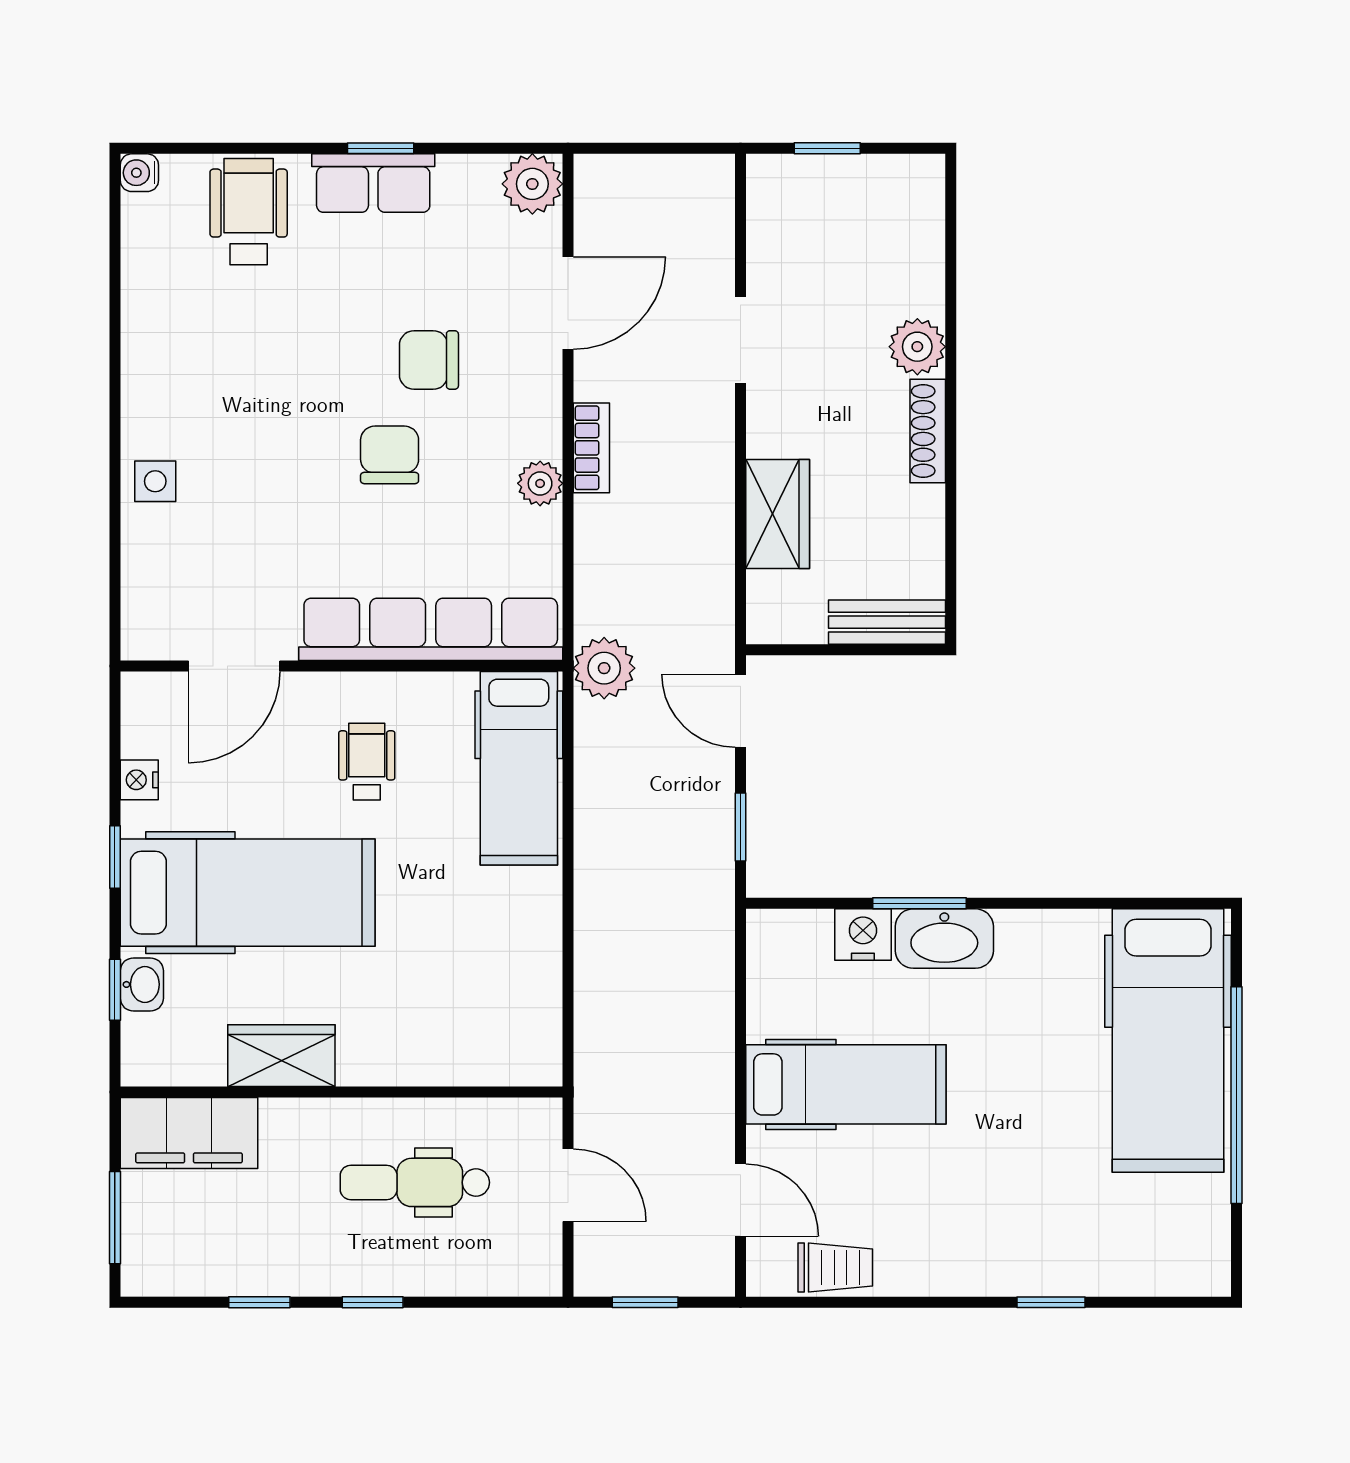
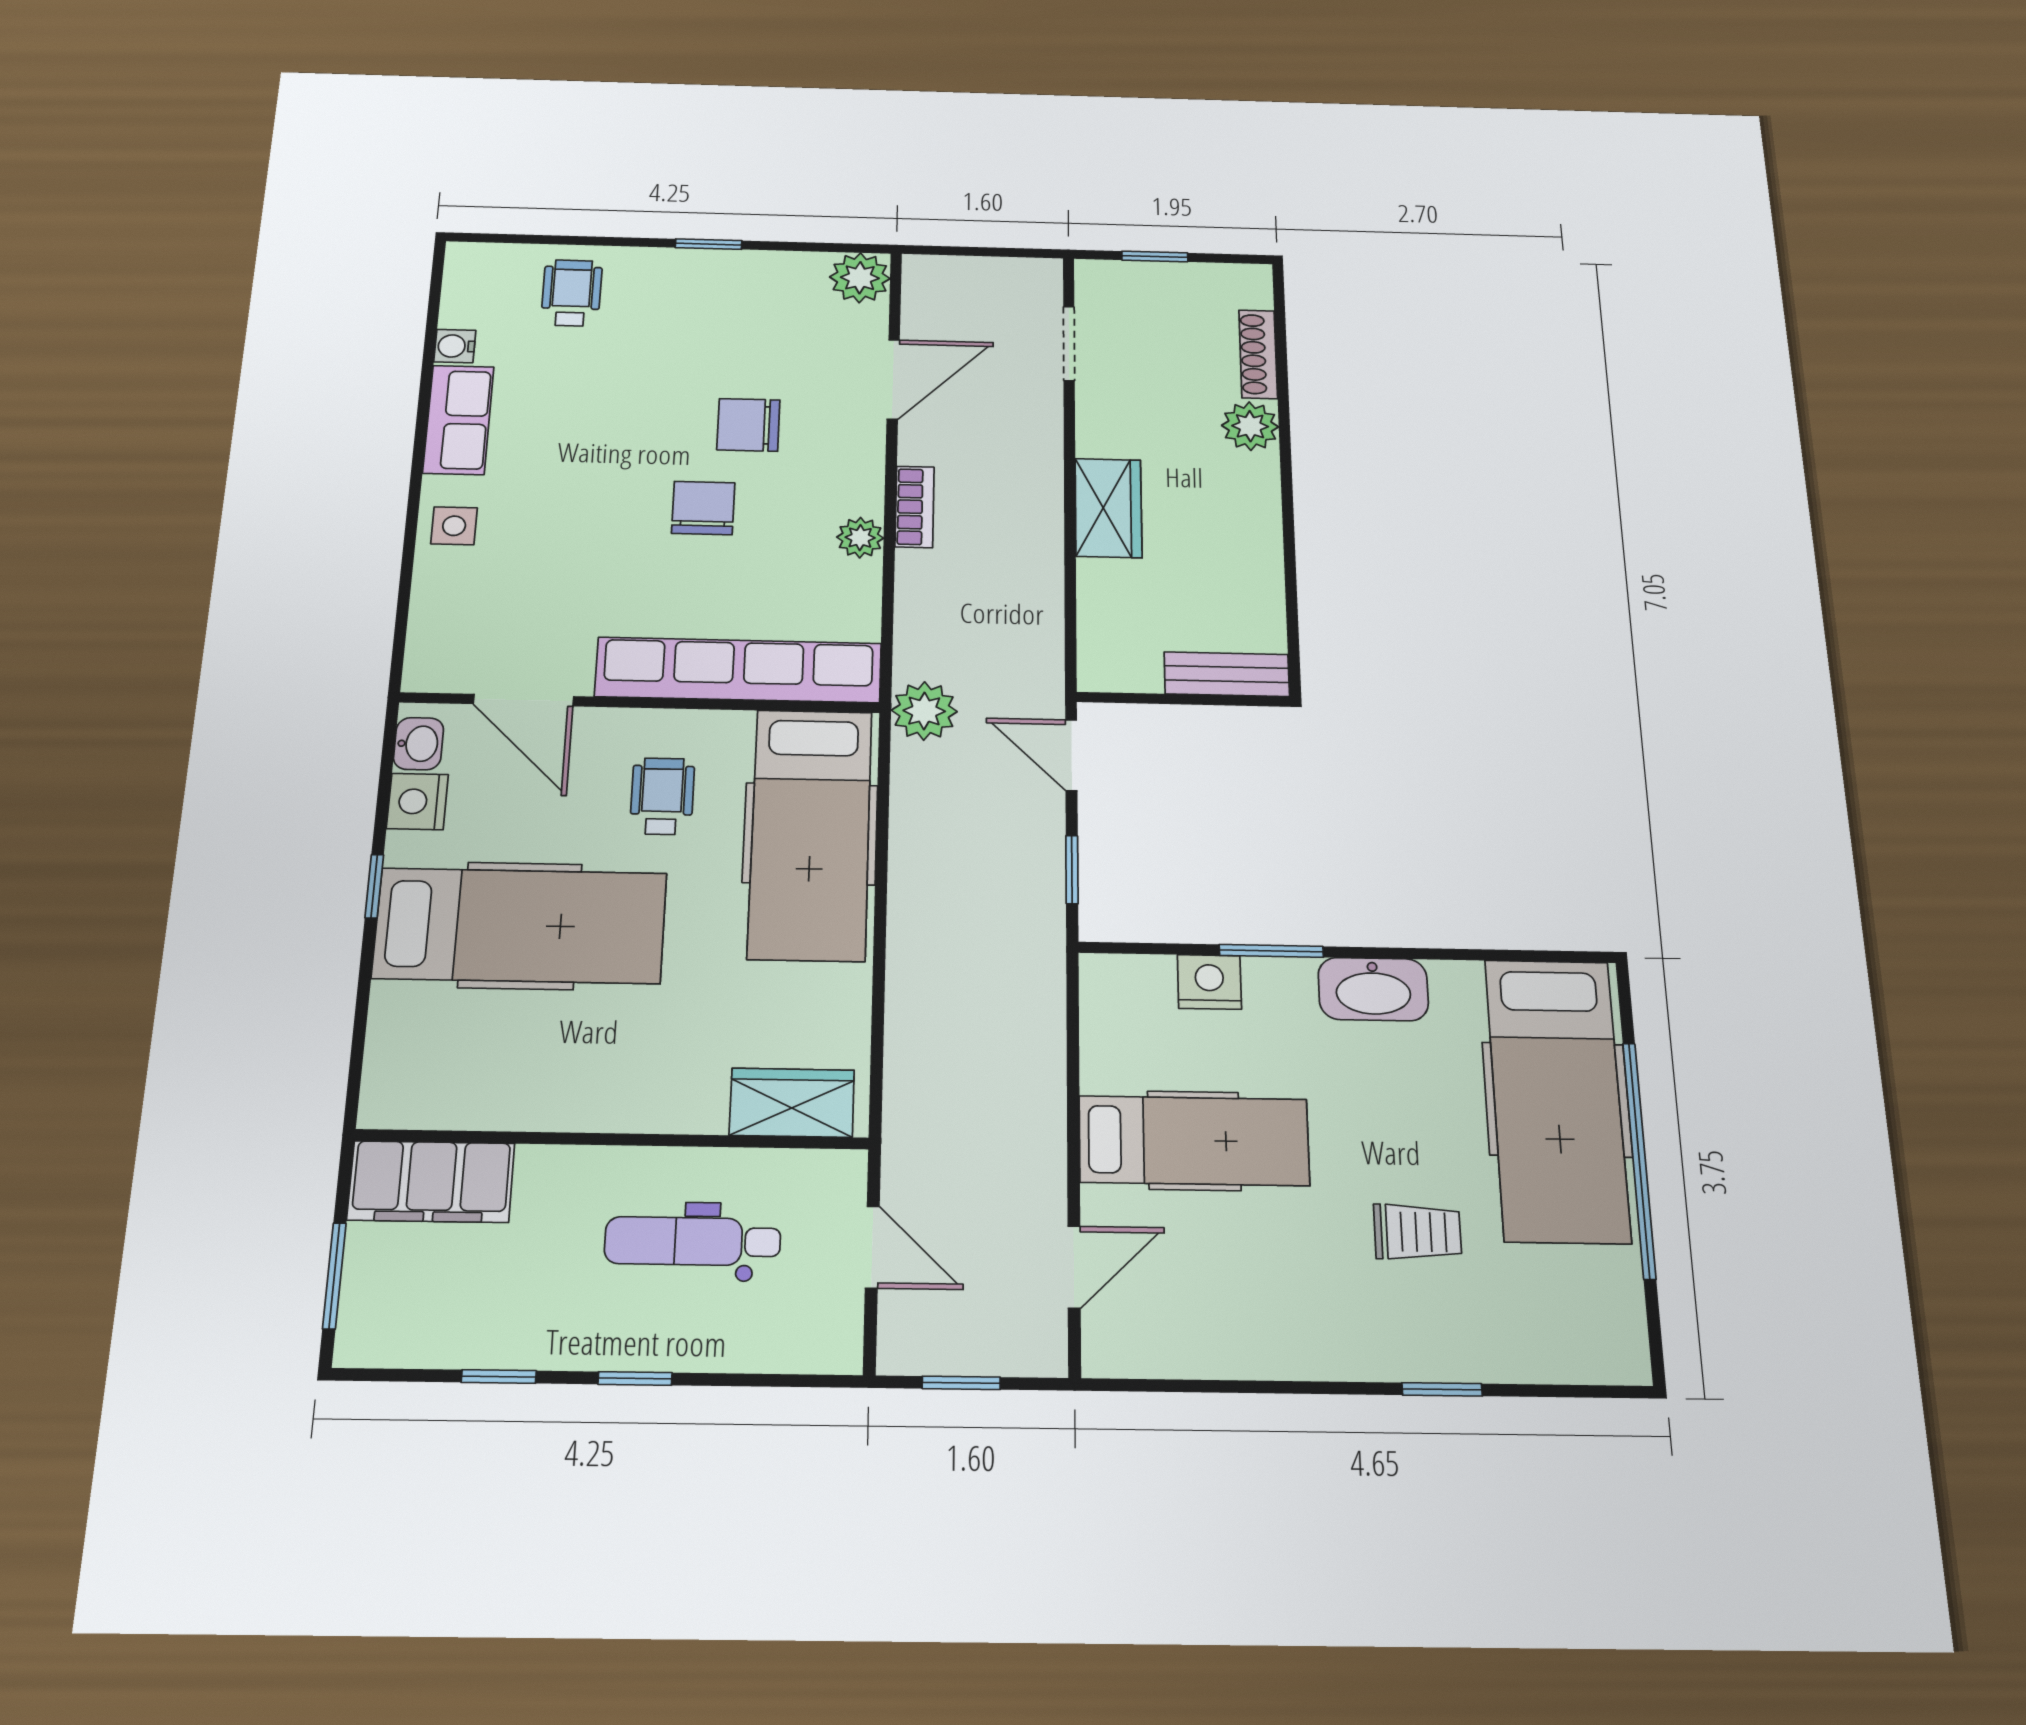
water cooler: (139, 173) -> (455, 346), moved
row of seats: (373, 183) -> (458, 420), moved, turned -90
wheelchair: (249, 212) -> (572, 293), width x0.73, depth x0.73
doorway: (740, 340) -> (1069, 343), moved
shoe rack: (928, 431) -> (1258, 354), moved
wardrobe: (778, 514) -> (1108, 508), moved
door: (234, 666) -> (524, 700), hinge flipped
hospital bed: (519, 768) -> (810, 834), width x1.37, depth x1.29
nightstand: (139, 780) -> (417, 801), width x1.39, depth x1.35
washbasin: (944, 939) -> (1373, 989), moved
washbasin: (142, 984) -> (419, 744), moved
window: (115, 990) -> (360, 1024), removed
wardrobe: (281, 1056) -> (792, 1103), moved
door: (740, 1200) -> (1074, 1267), hinge flipped
trolley: (835, 1268) -> (1418, 1232), moved

